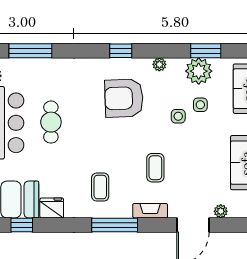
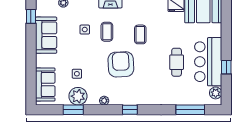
armchair: (124, 98) -> (121, 64), moved, turned -91
side table: (178, 116) -> (85, 30), moved
coffee table: (100, 187) -> (140, 34), moved

